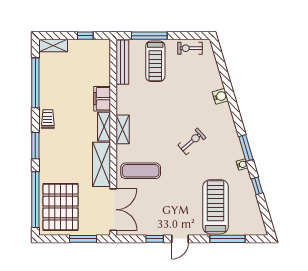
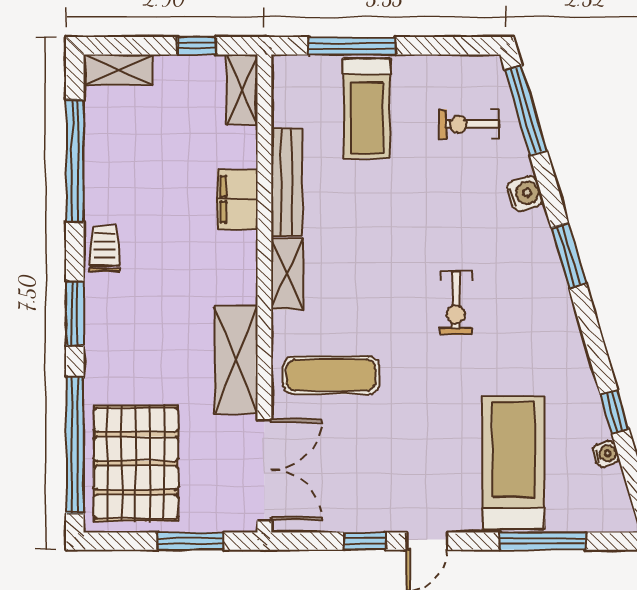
exercise bike: (190, 48) -> (469, 124), moved
bench: (122, 62) -> (286, 182), moved
window: (221, 62) -> (526, 110), added
shelving: (104, 127) -> (242, 89), moved
exercise bike: (192, 141) -> (456, 303), turned 131
window: (246, 148) -> (569, 255), moved
water cooler: (242, 164) -> (606, 454), moved

